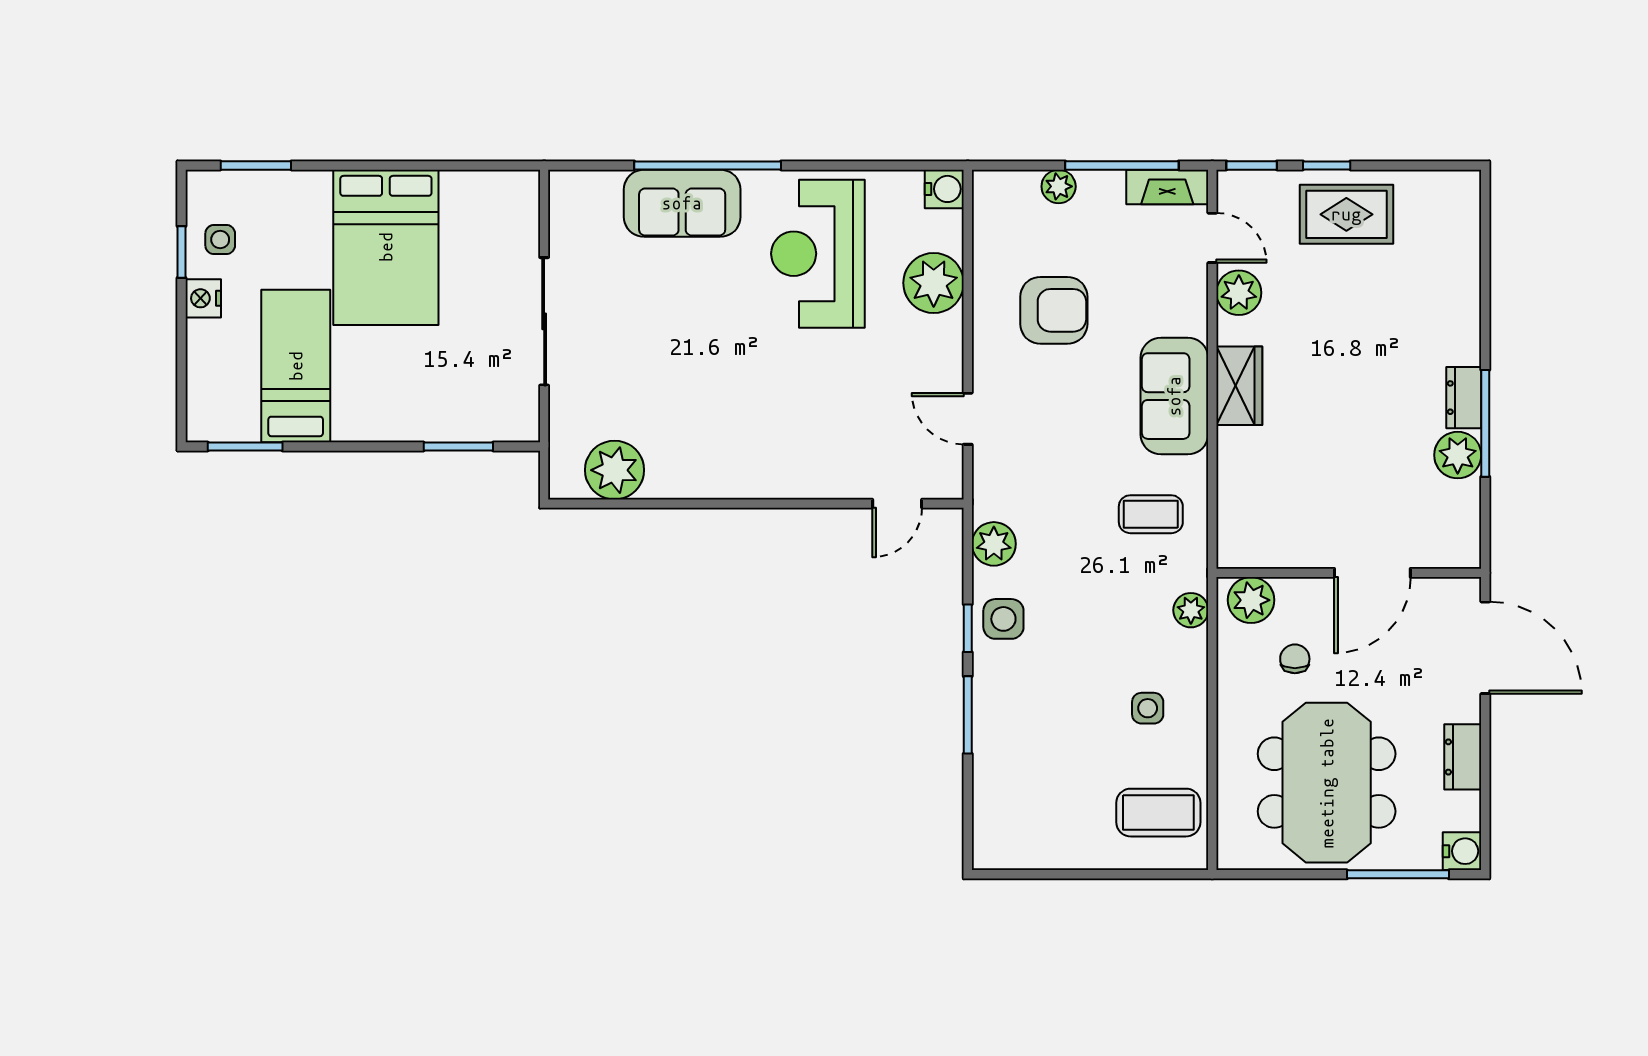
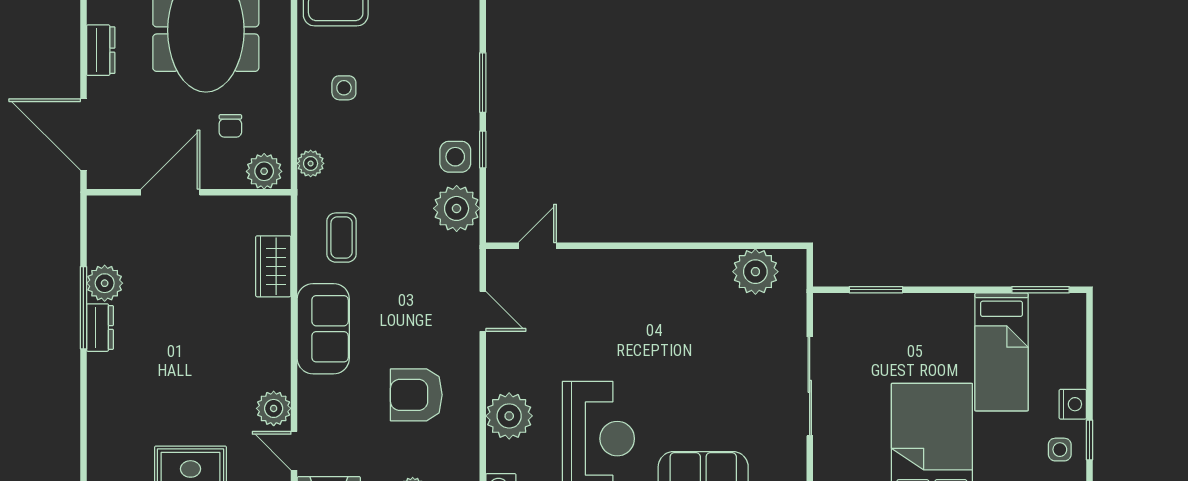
wardrobe: (1239, 386) -> (273, 266), moved
coffee table: (1151, 514) -> (342, 238), turned 90
plant: (994, 544) -> (457, 208), width x1.36, depth x1.36

